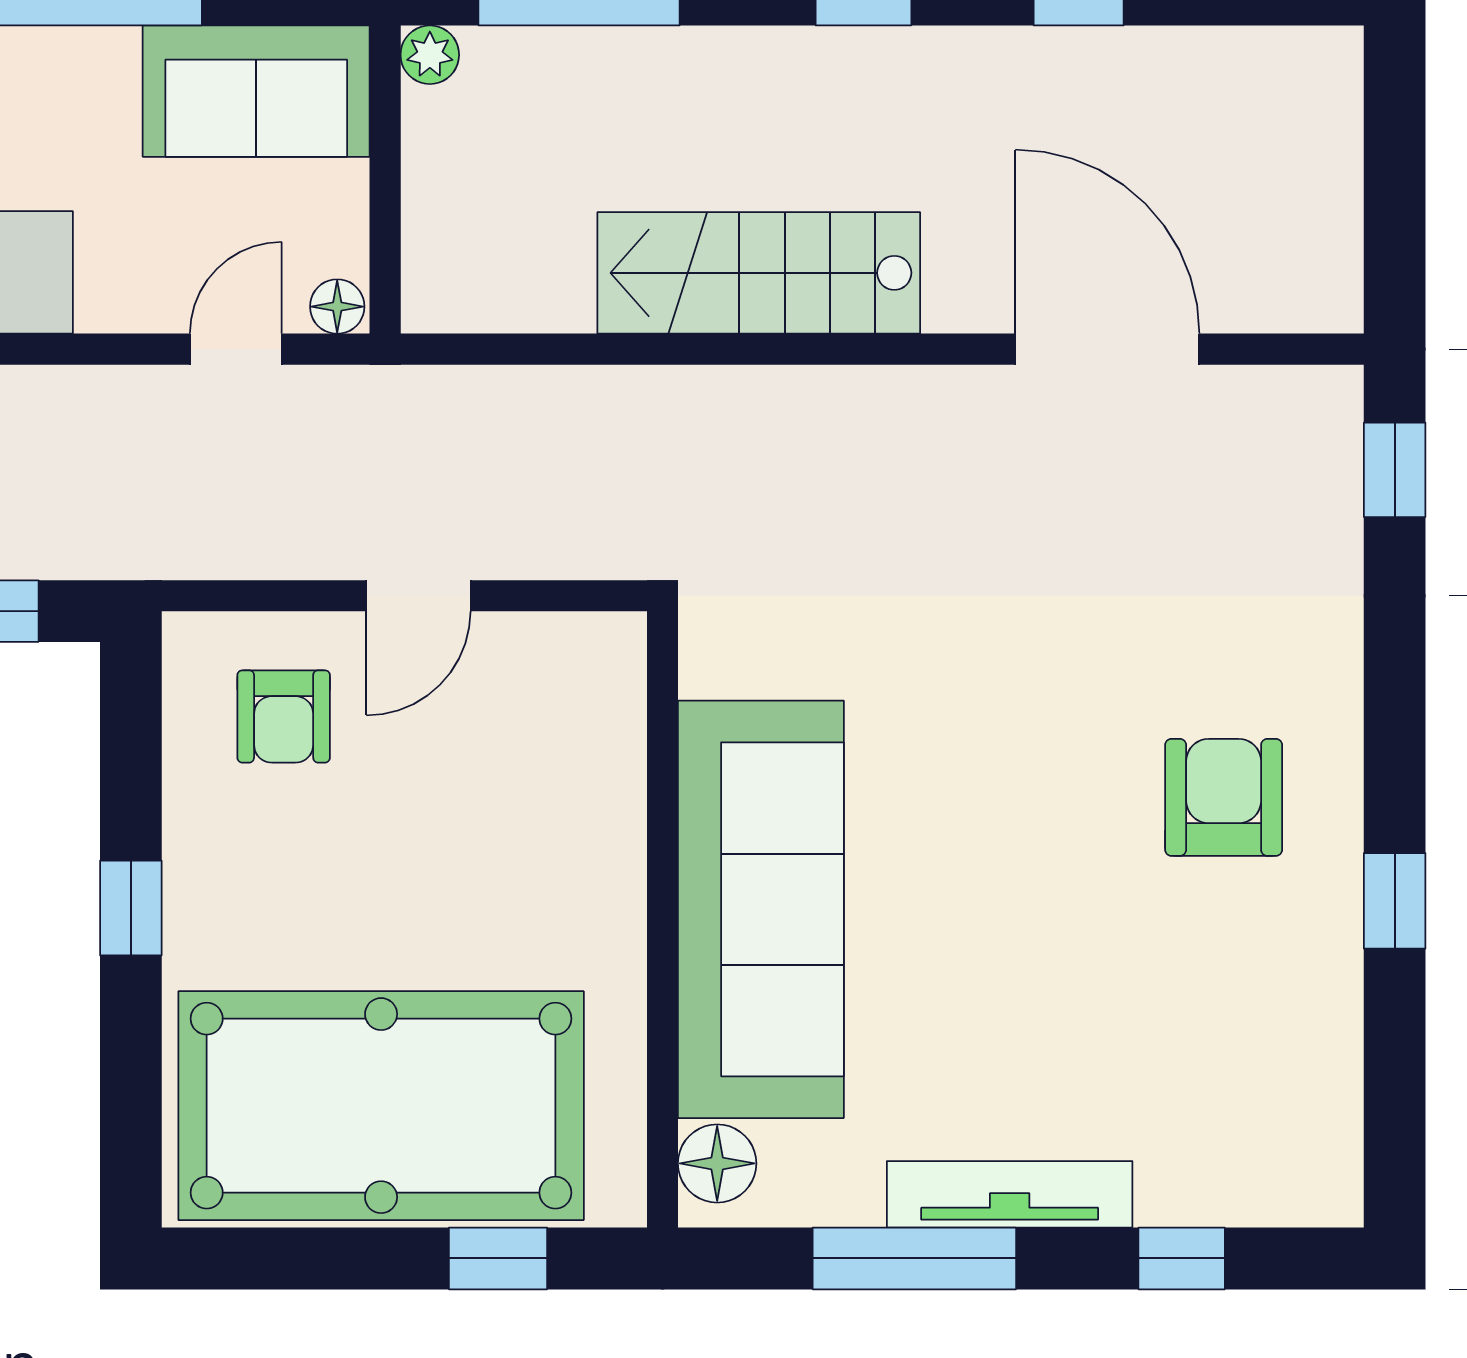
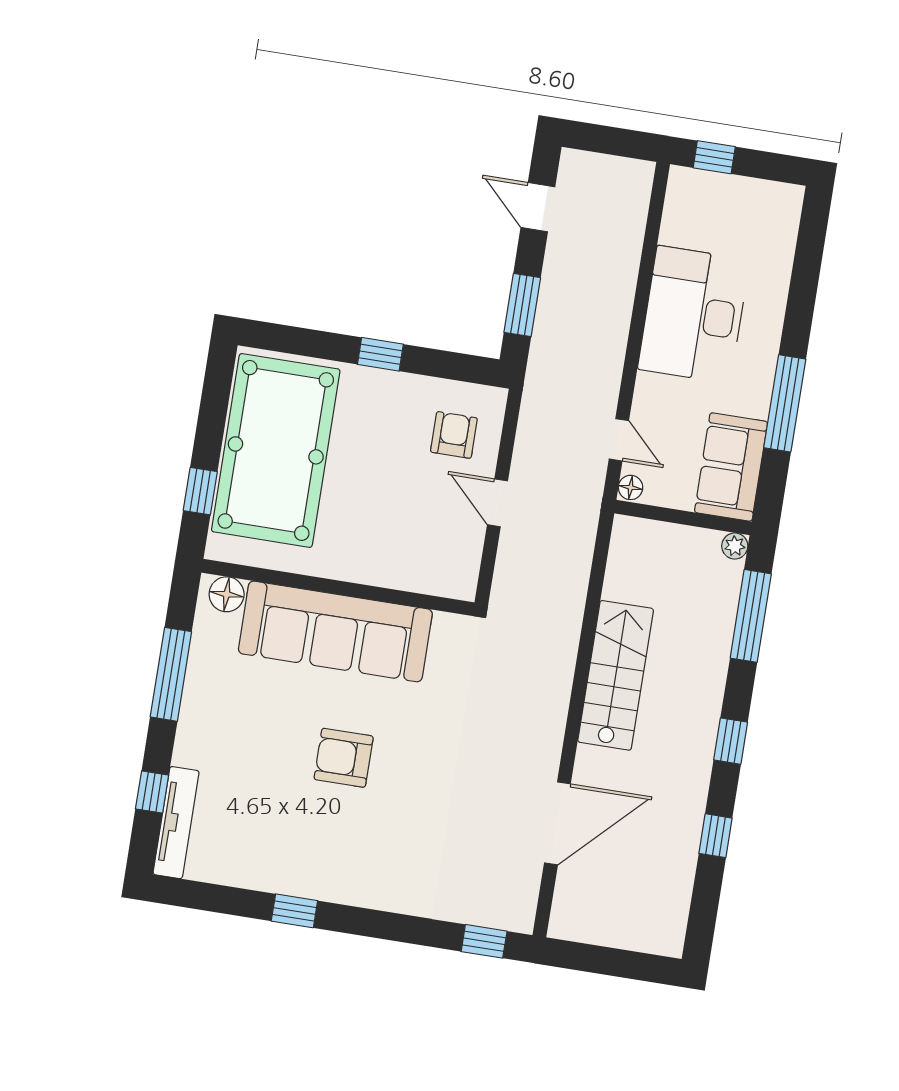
armchair: (284, 716) -> (454, 435), turned 90
armchair: (1224, 797) -> (344, 758), moved, turned 180
tv unit: (1010, 1194) -> (176, 823), moved

